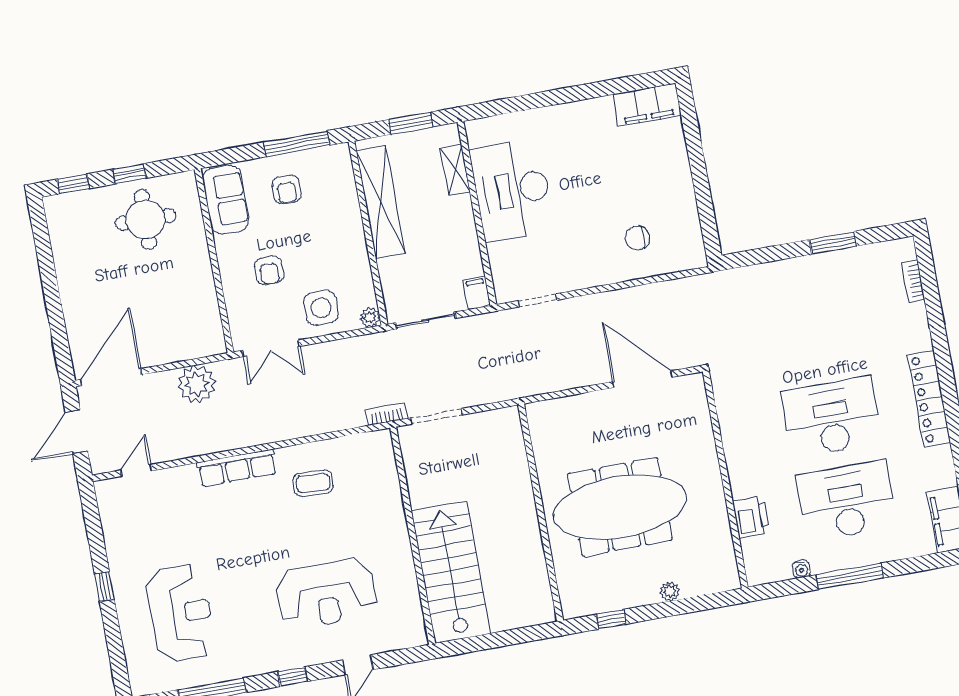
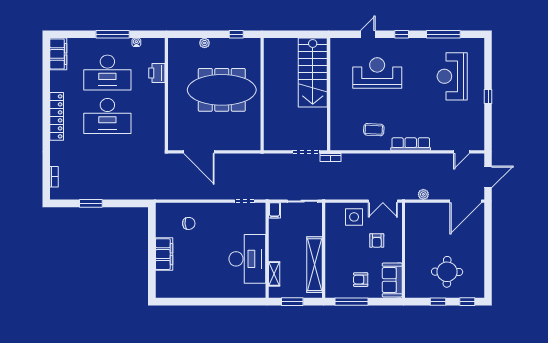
filing cabinet: (647, 105) -> (164, 254), moved, turned 90
armchair: (287, 189) -> (361, 280), turned -90
round table: (145, 219) -> (447, 272), moved
armchair: (269, 270) -> (377, 240), turned 180
plant: (370, 317) -> (330, 208), removed
double door: (271, 348) -> (383, 201), swing flipped
plant: (197, 384) -> (423, 194), width x0.53, depth x0.53

